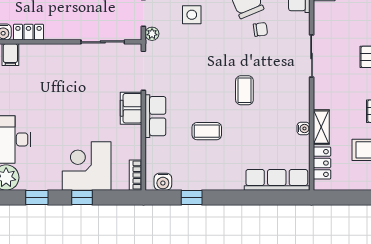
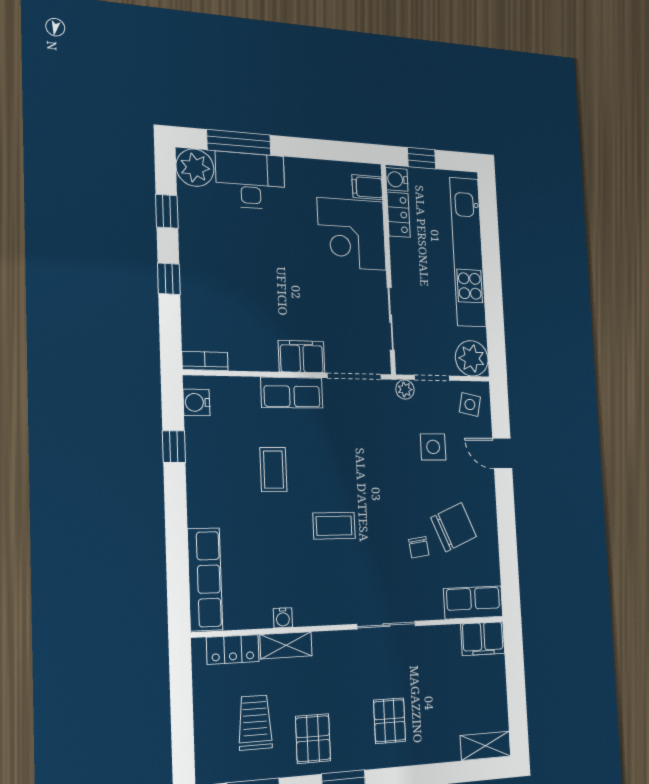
corner desk: (87, 166) -> (352, 234), moved, turned 180

